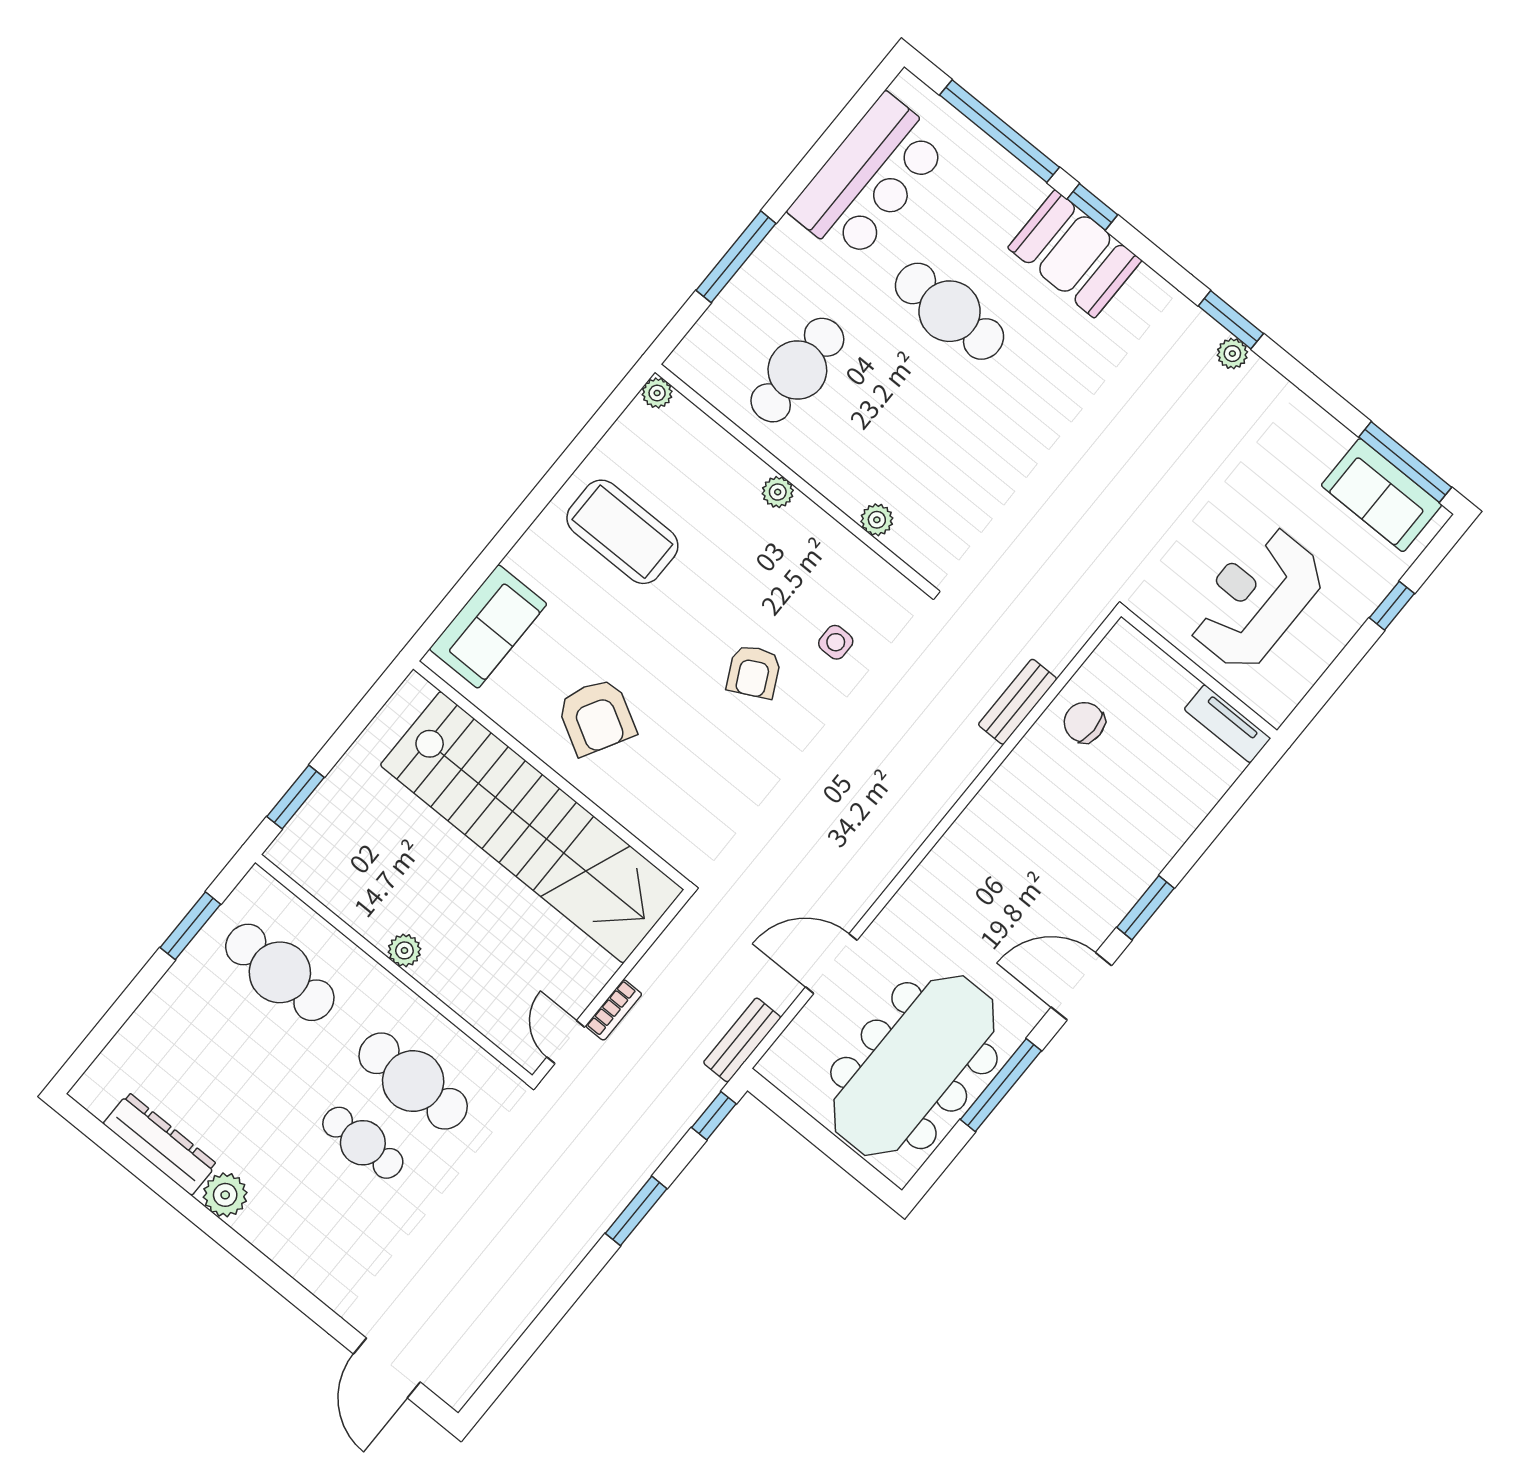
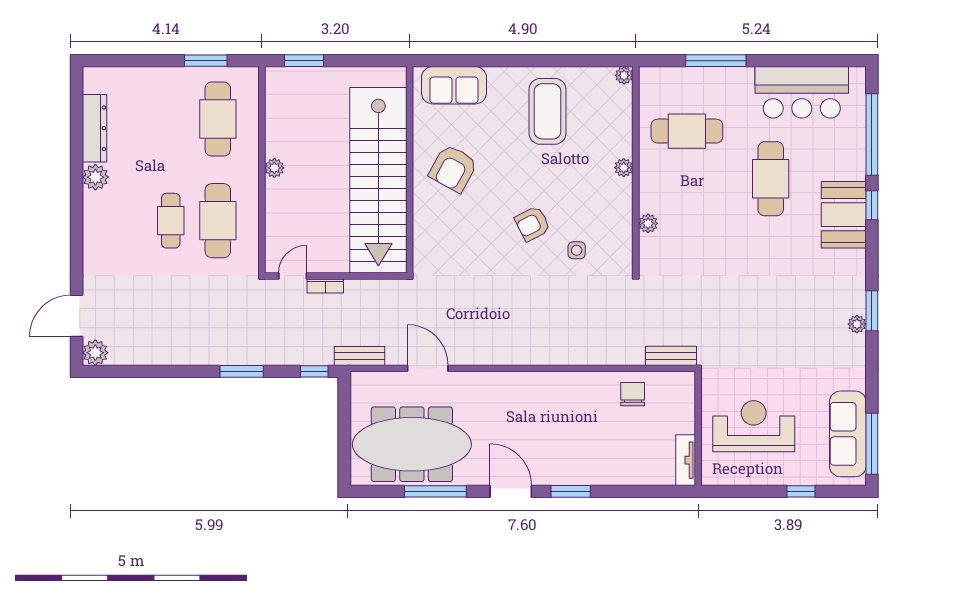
sofa: (1381, 495) -> (848, 434), width x1.36
bench: (1018, 702) -> (671, 356), moved
plant: (455, 1383) -> (95, 353), added

